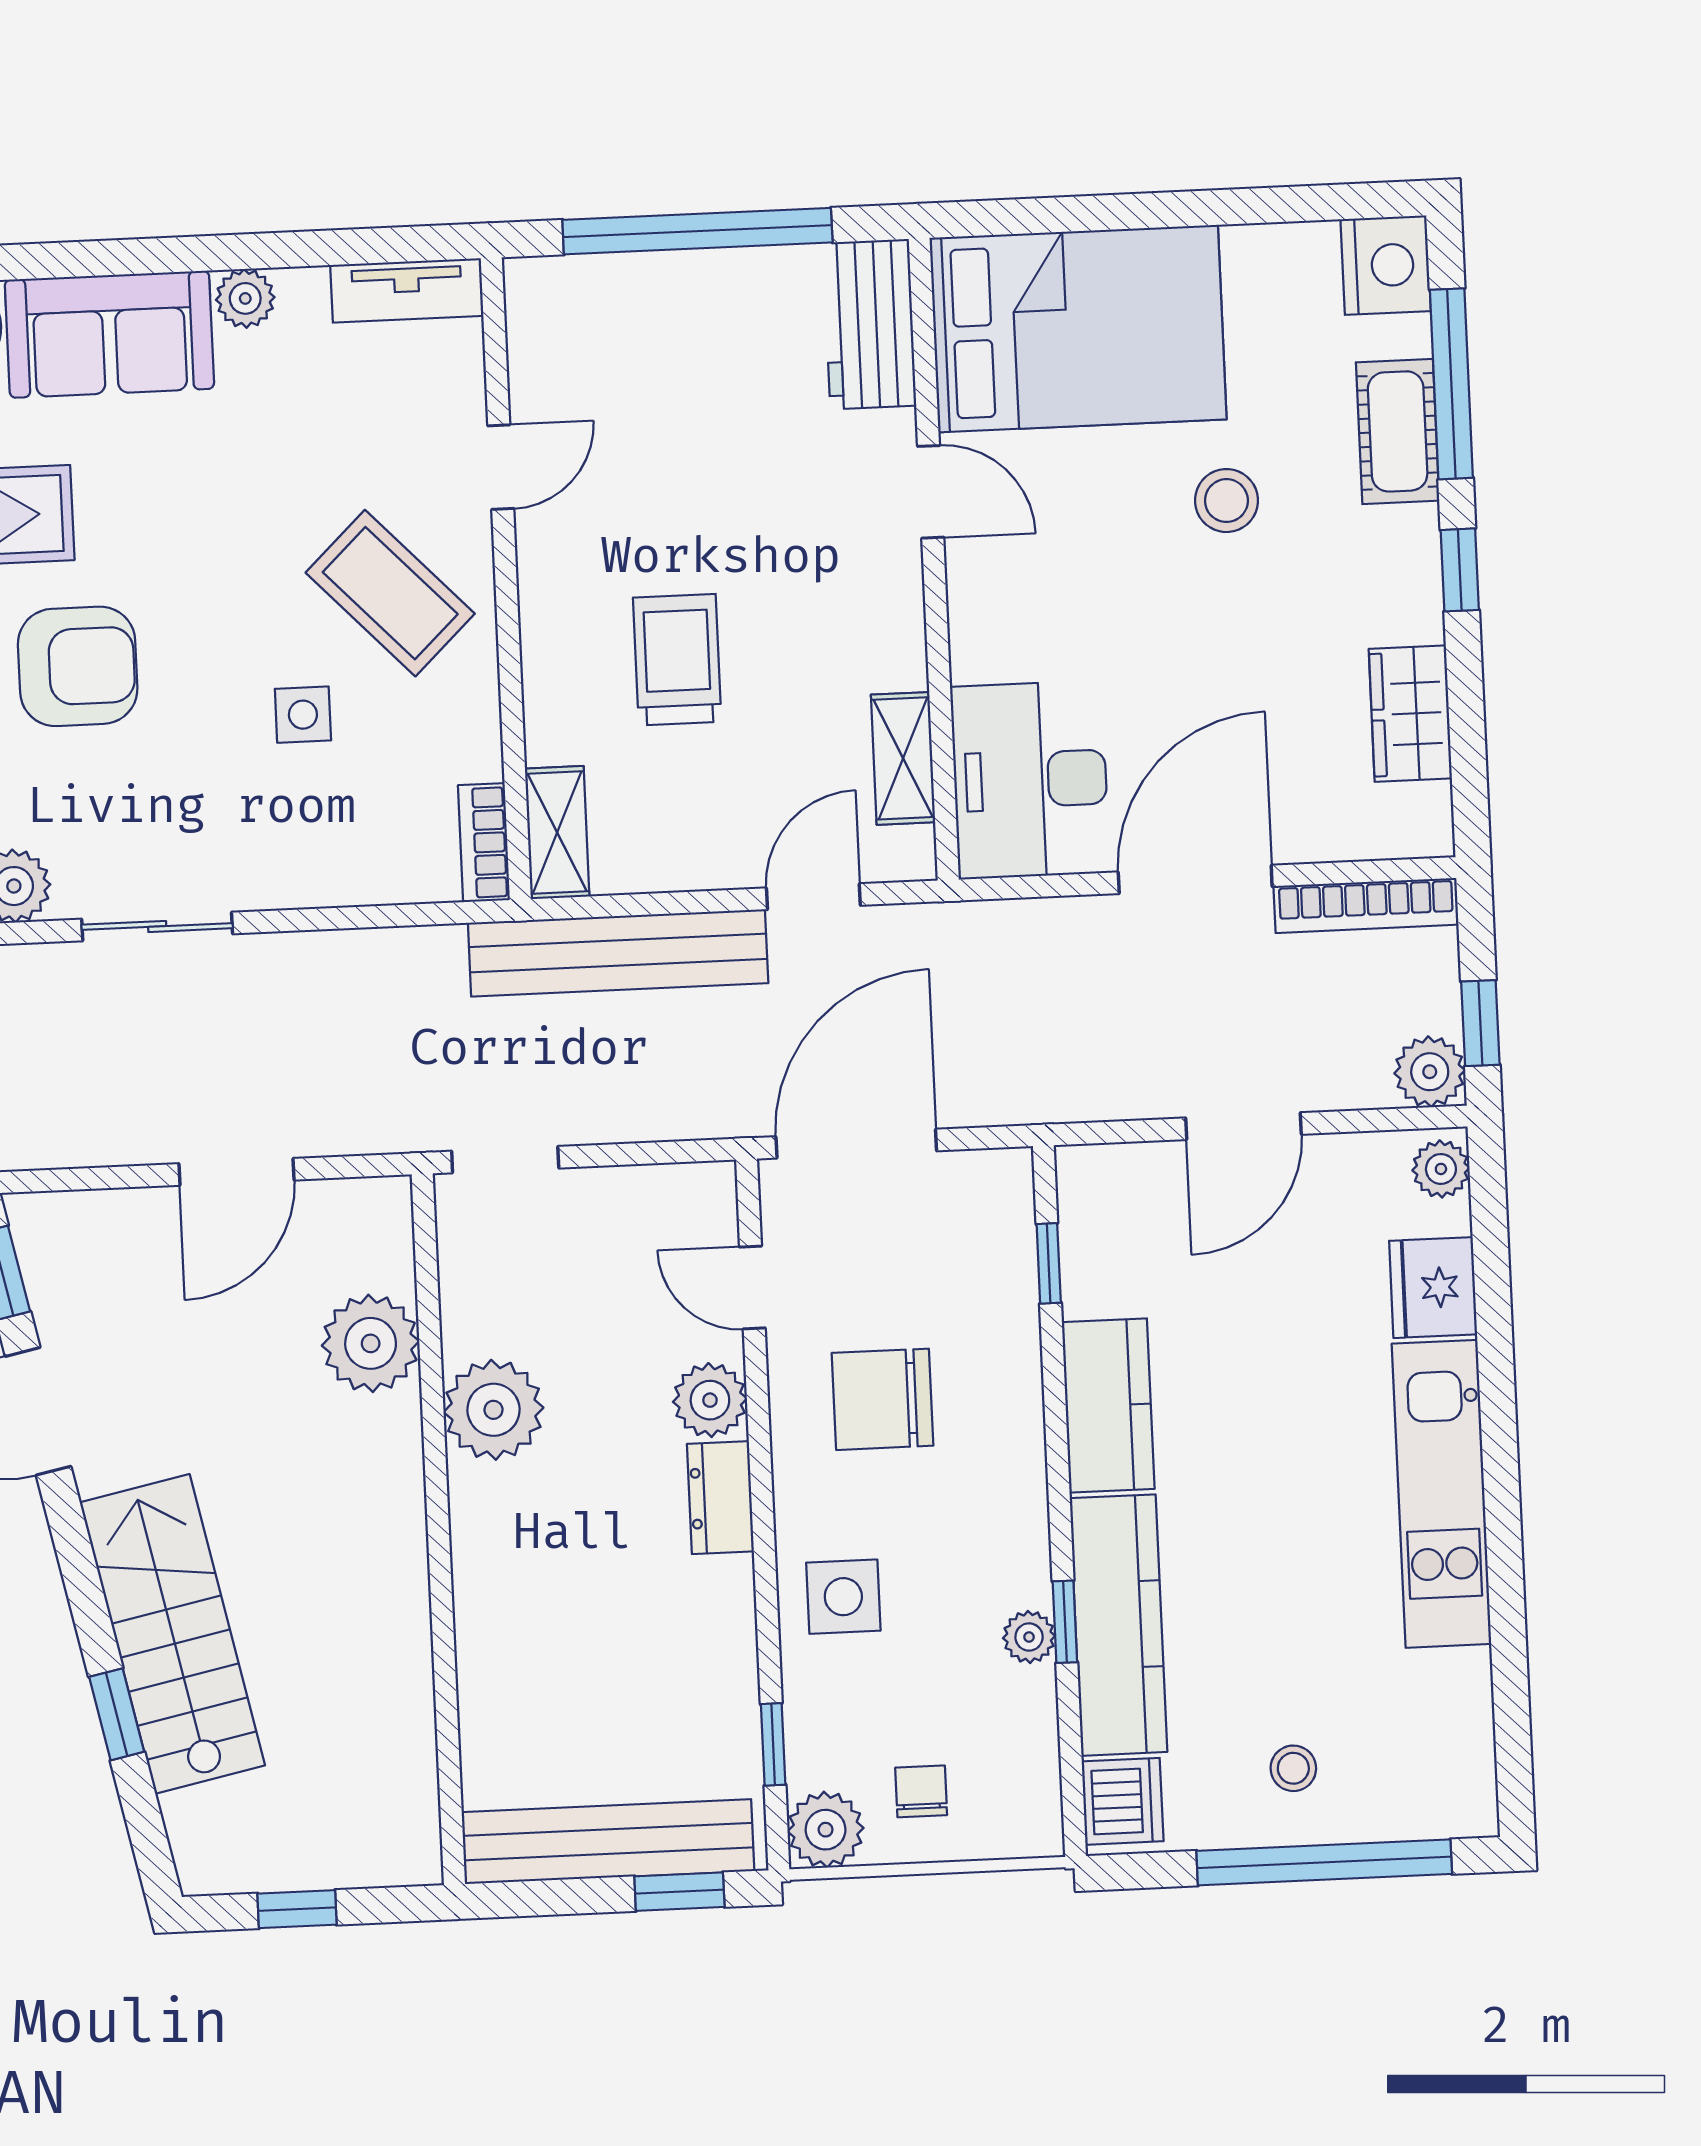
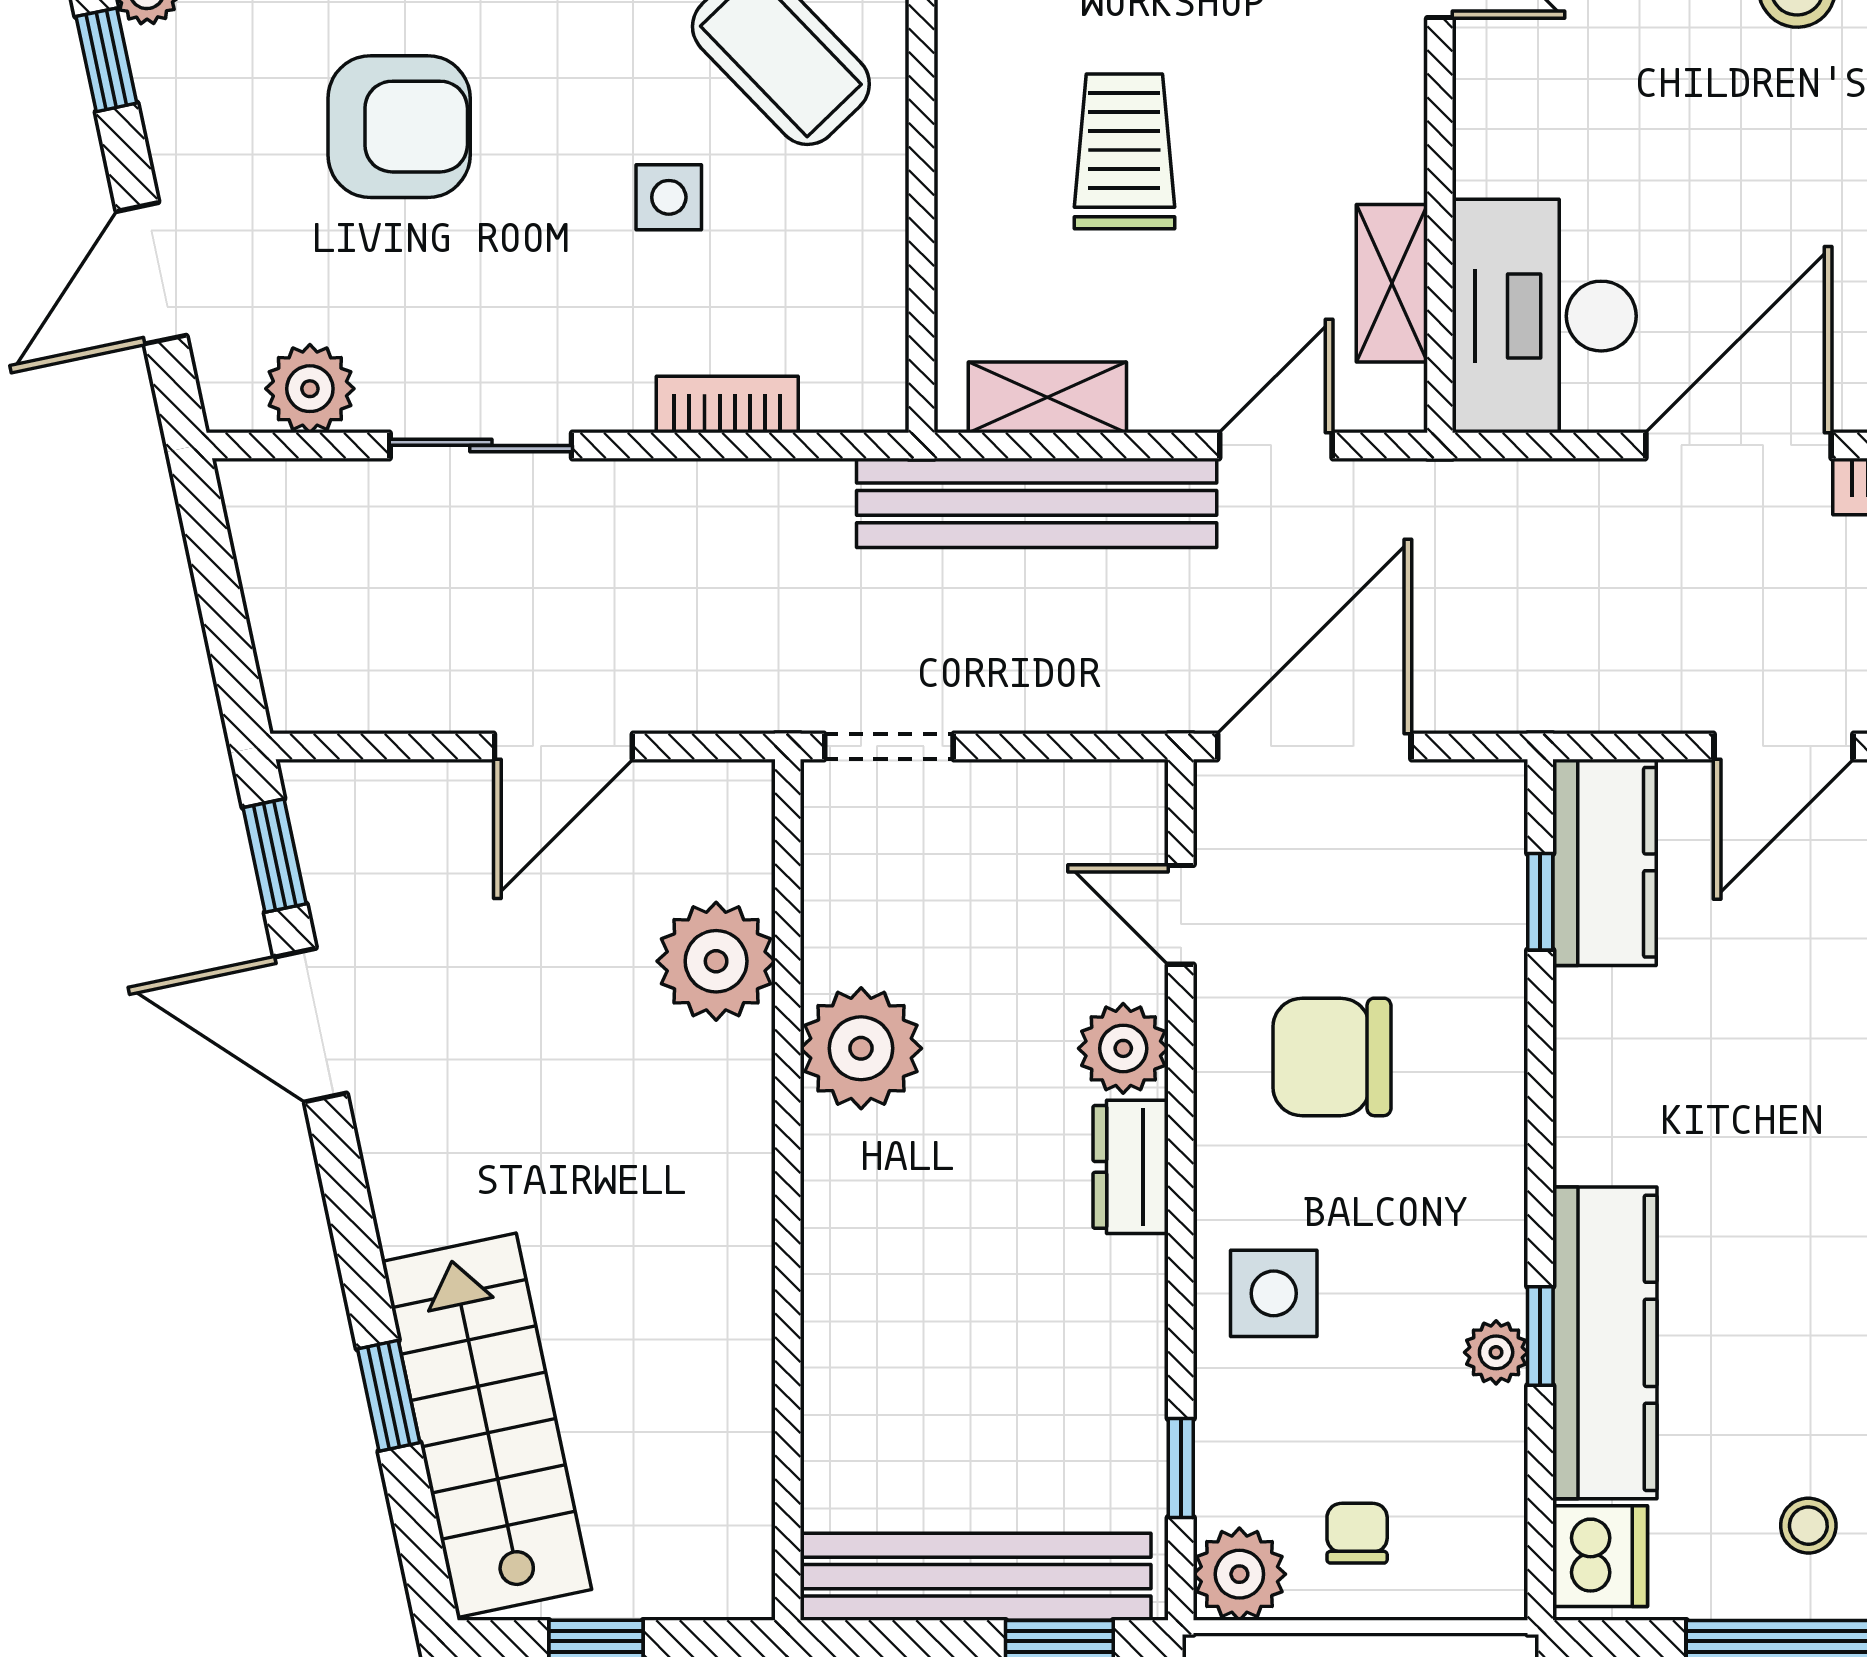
shelving: (557, 832) -> (1047, 397), moved, turned 90
bookcase: (484, 843) -> (727, 405), moved, turned 90
kitchen counter: (1108, 1405) -> (1604, 862), moved
stairs: (172, 1634) -> (487, 1425), moved

